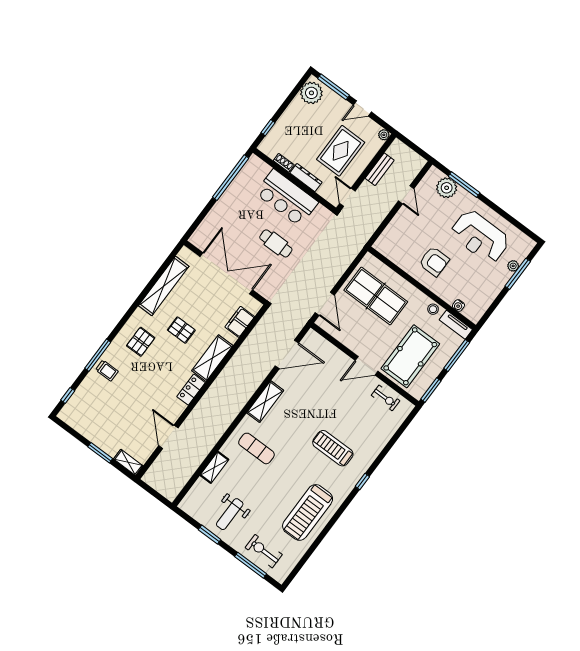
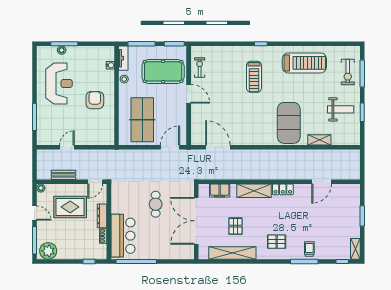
plant: (447, 188) -> (44, 126), removed
bar counter: (287, 198) -> (123, 236), moved
pallet: (181, 330) -> (235, 226), moved
shelving: (265, 402) -> (256, 139), removed
exercise mat: (256, 448) -> (289, 123), width x2.00, depth x1.45
shelving: (128, 462) -> (355, 249), moved

